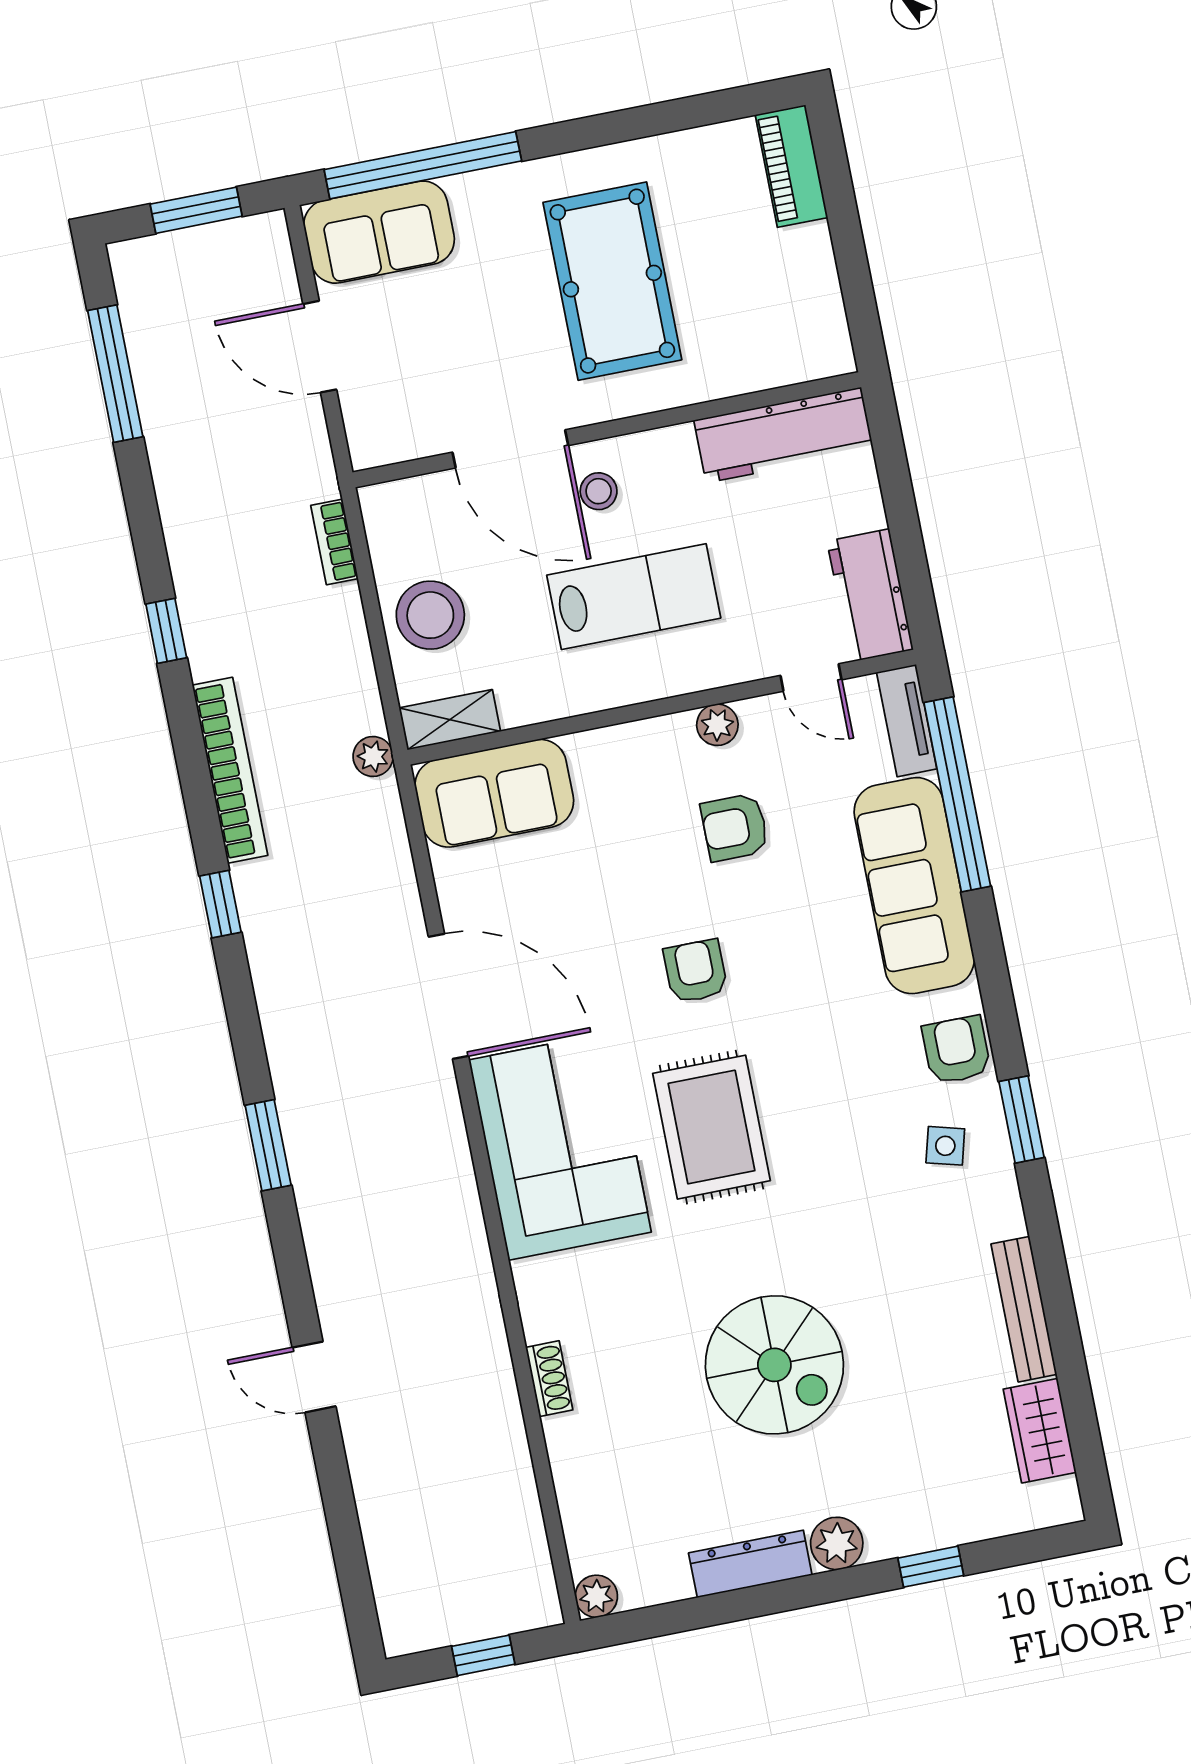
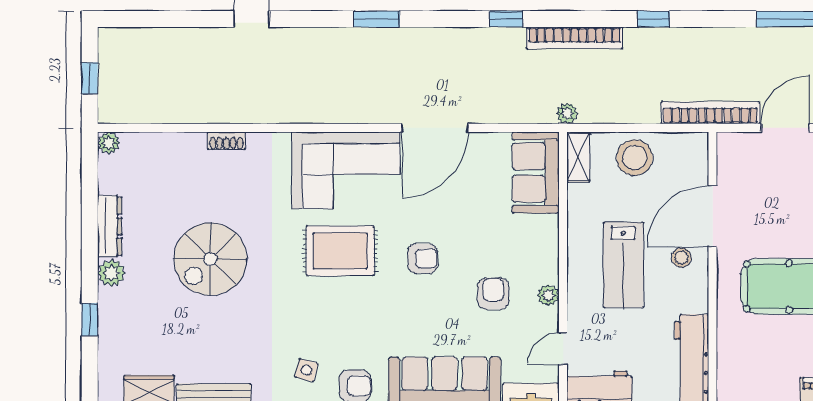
bookcase: (334, 542) -> (710, 113), width x2.31, depth x1.31

